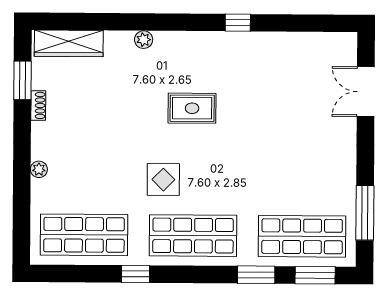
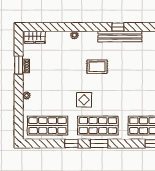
wardrobe: (69, 43) -> (35, 37), width x0.67
bench: (242, 43) -> (120, 37), added
window: (22, 80) -> (19, 65), moved
window: (256, 275) -> (99, 144), moved

